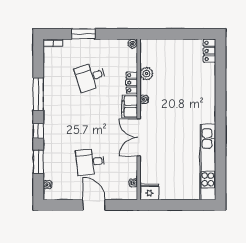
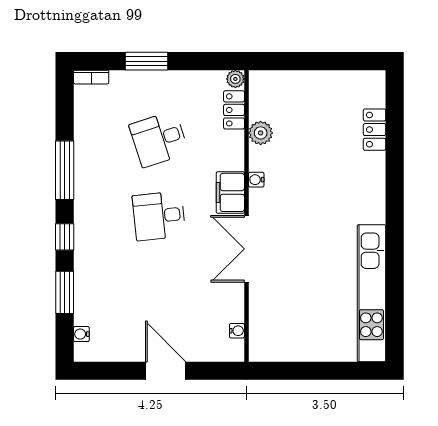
locker: (209, 51) -> (375, 130), moved
locker: (132, 83) -> (234, 110), moved
desk: (90, 162) -> (159, 216), moved
fridge: (149, 192) -> (266, 347), removed

